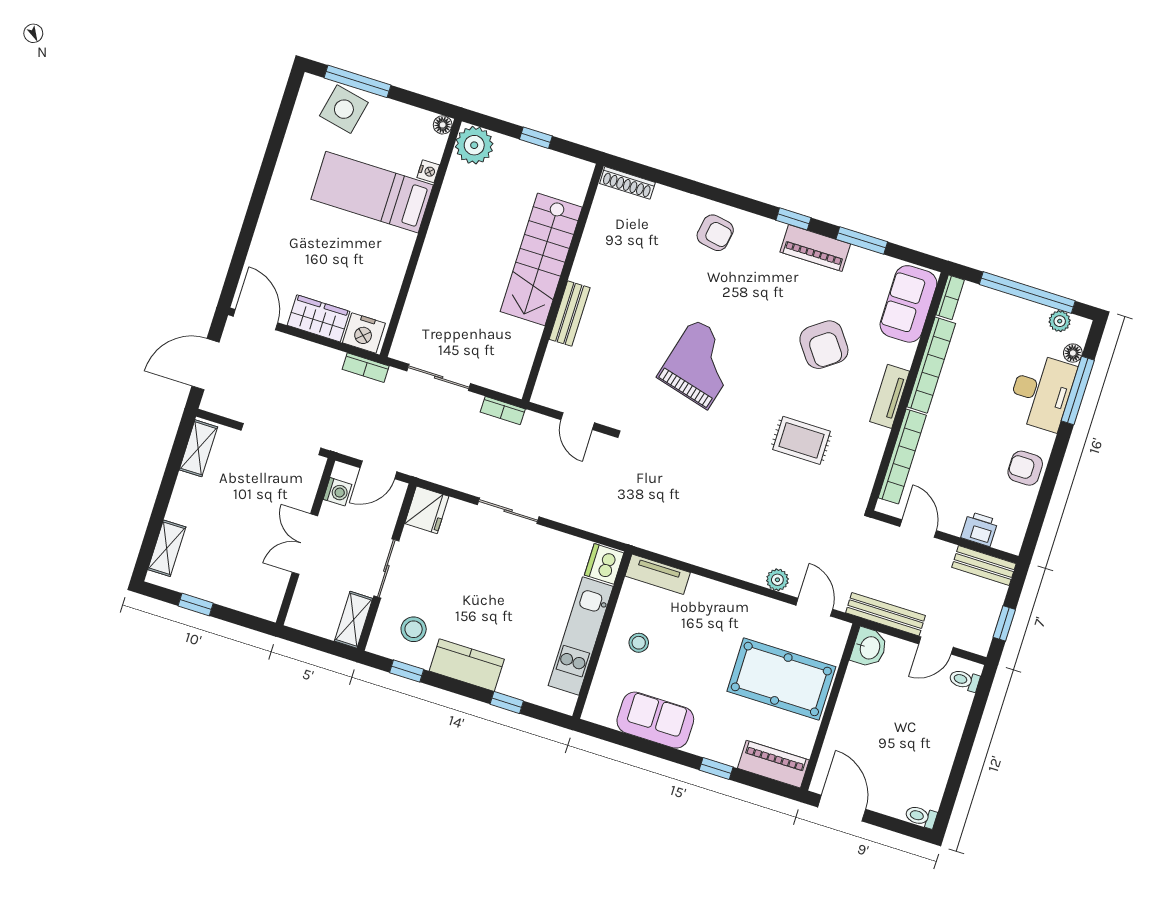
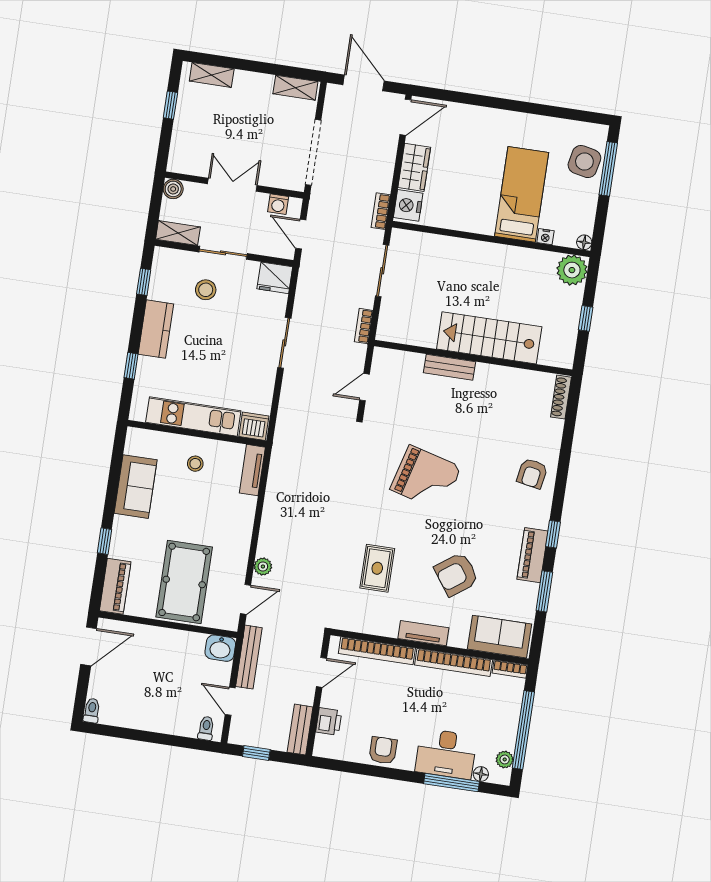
boiler: (299, 617) -> (173, 189), added
stool: (414, 629) -> (206, 290), moved

